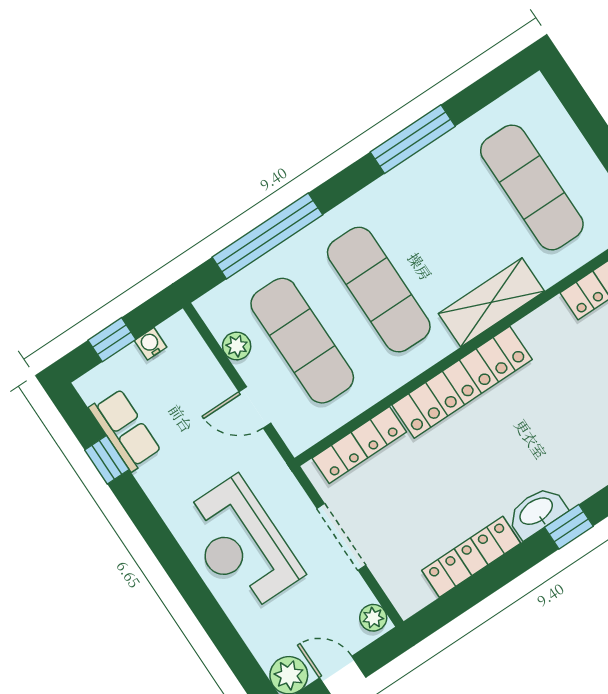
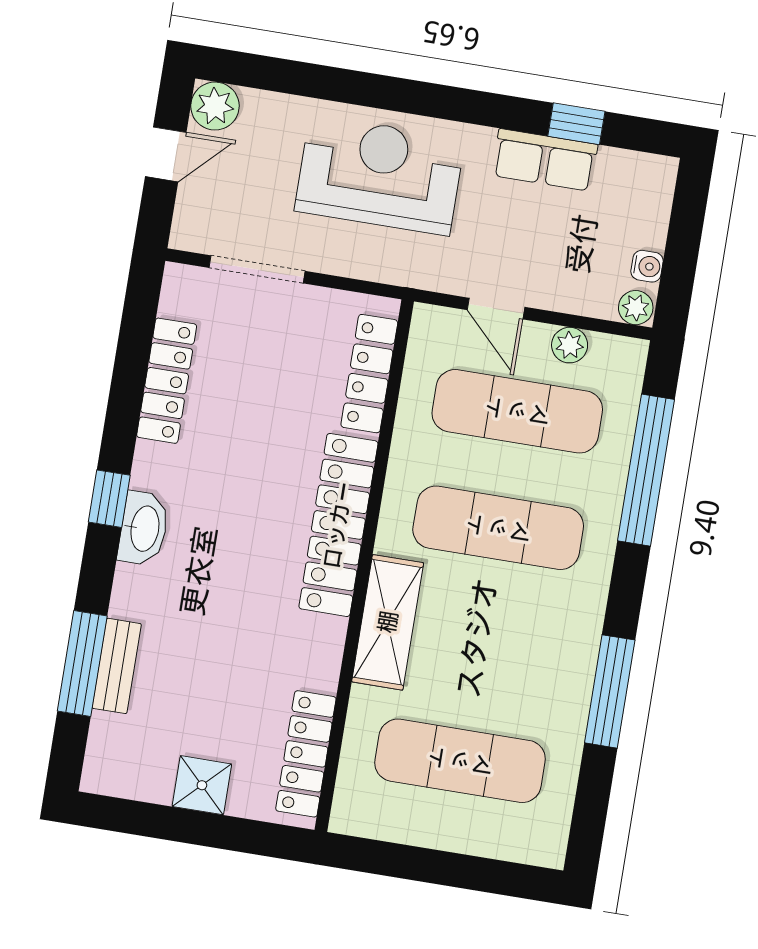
window: (112, 340) -> (685, 234), removed
door: (255, 407) -> (496, 309), swing flipped
row of seats: (125, 430) -> (545, 160), moved
washbasin: (537, 512) -> (144, 528), moved
doorway: (341, 537) -> (257, 269), moved
plant: (373, 618) -> (636, 308), moved

